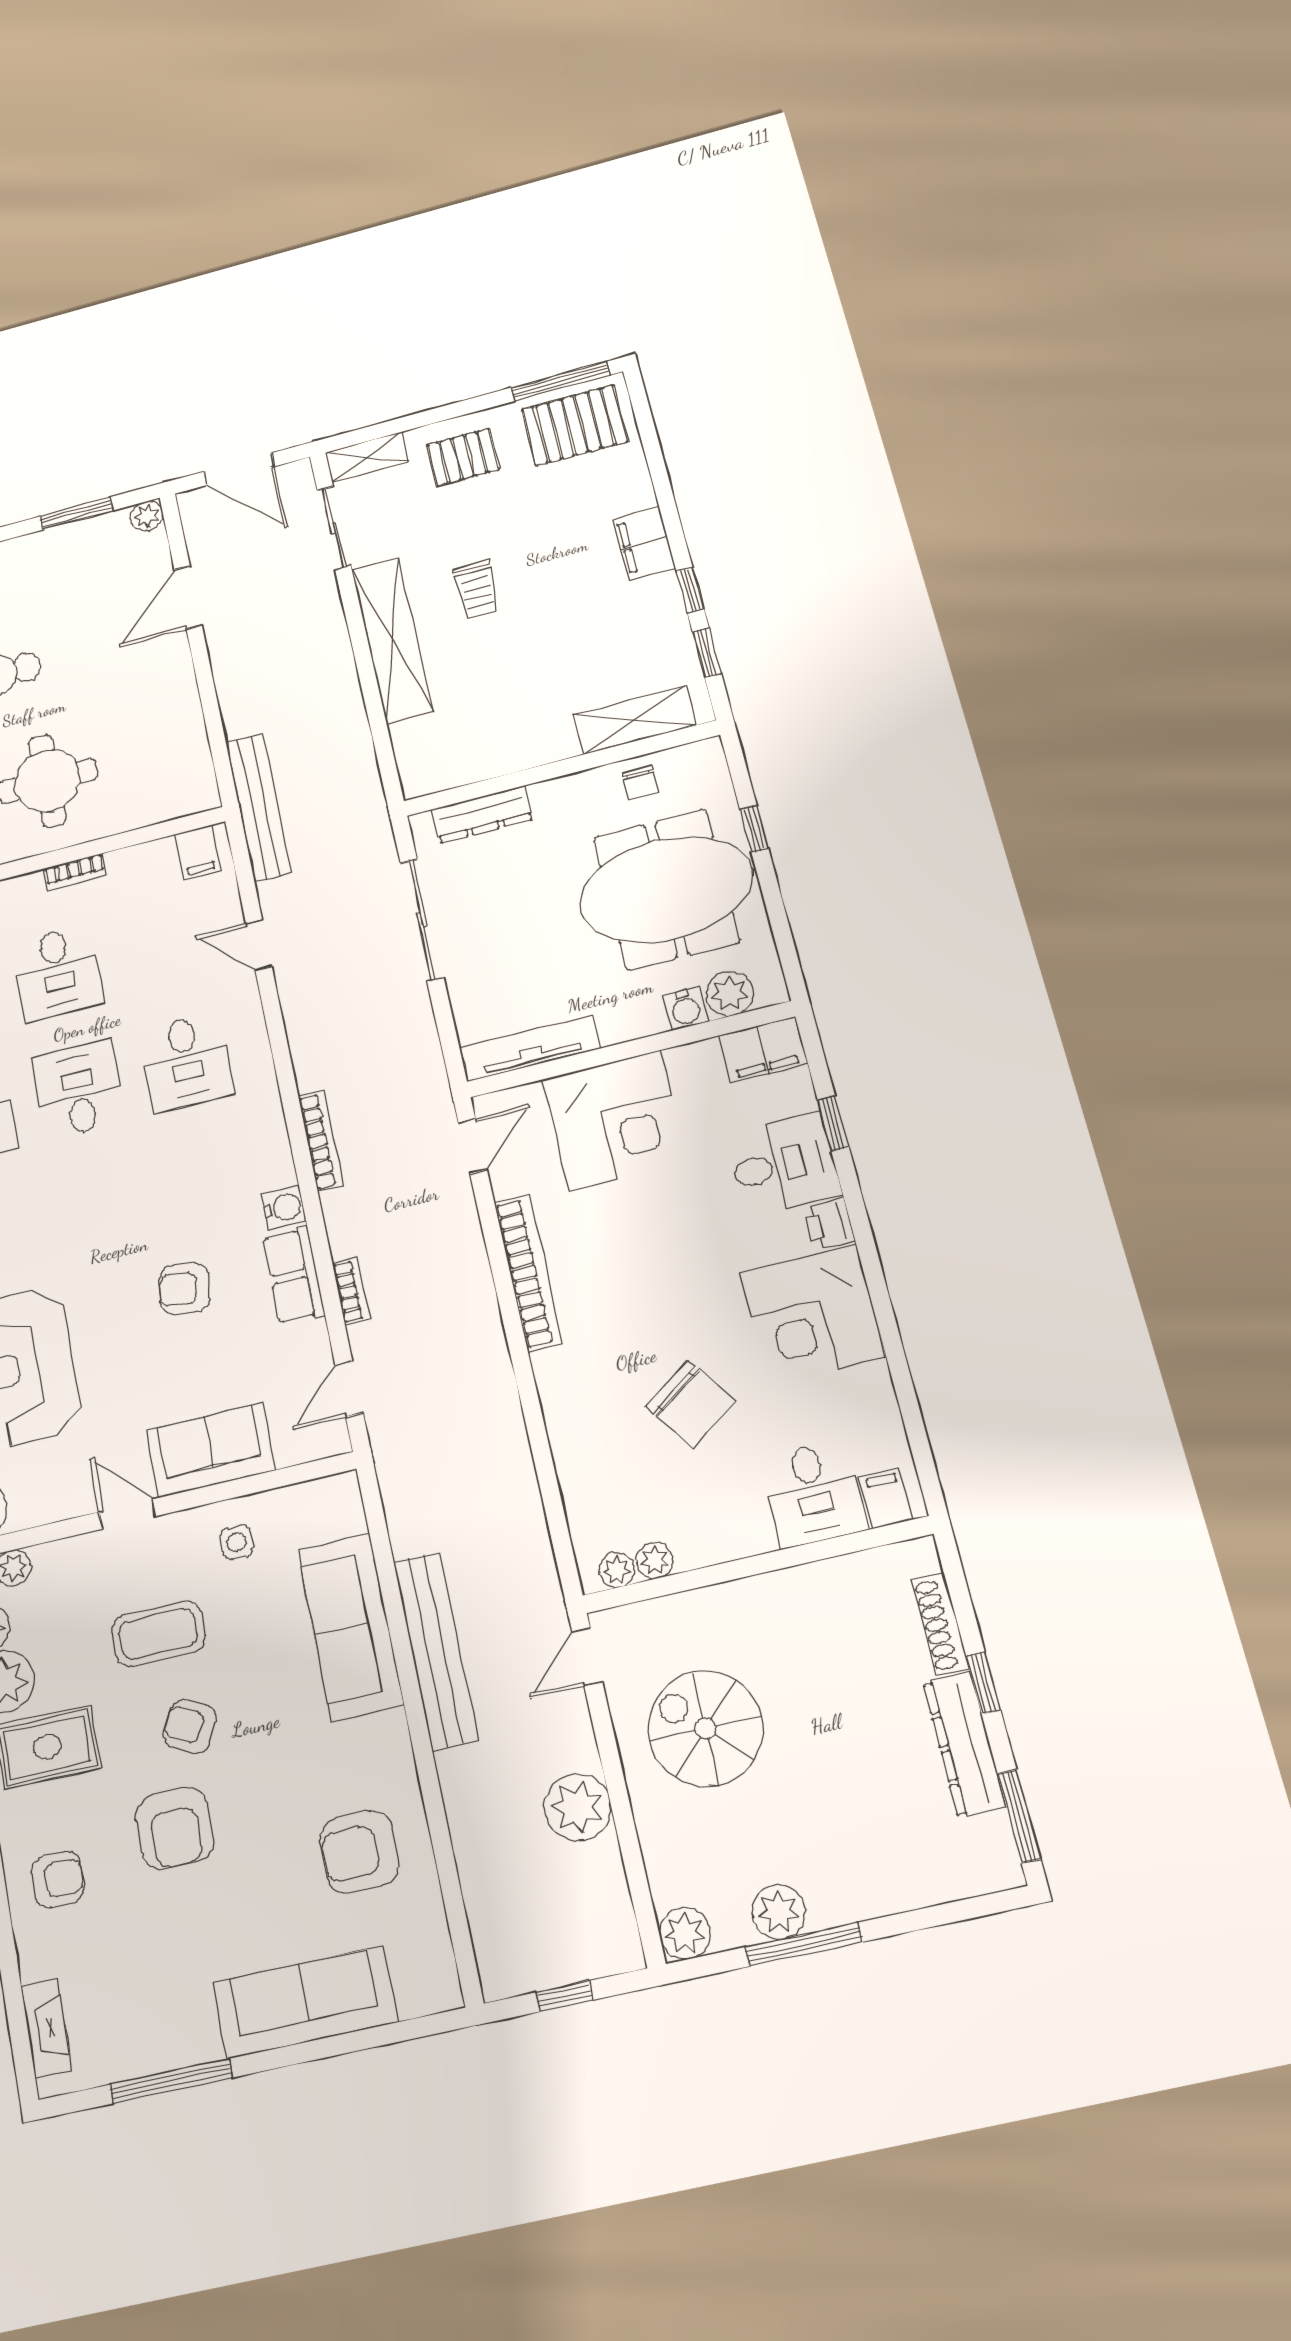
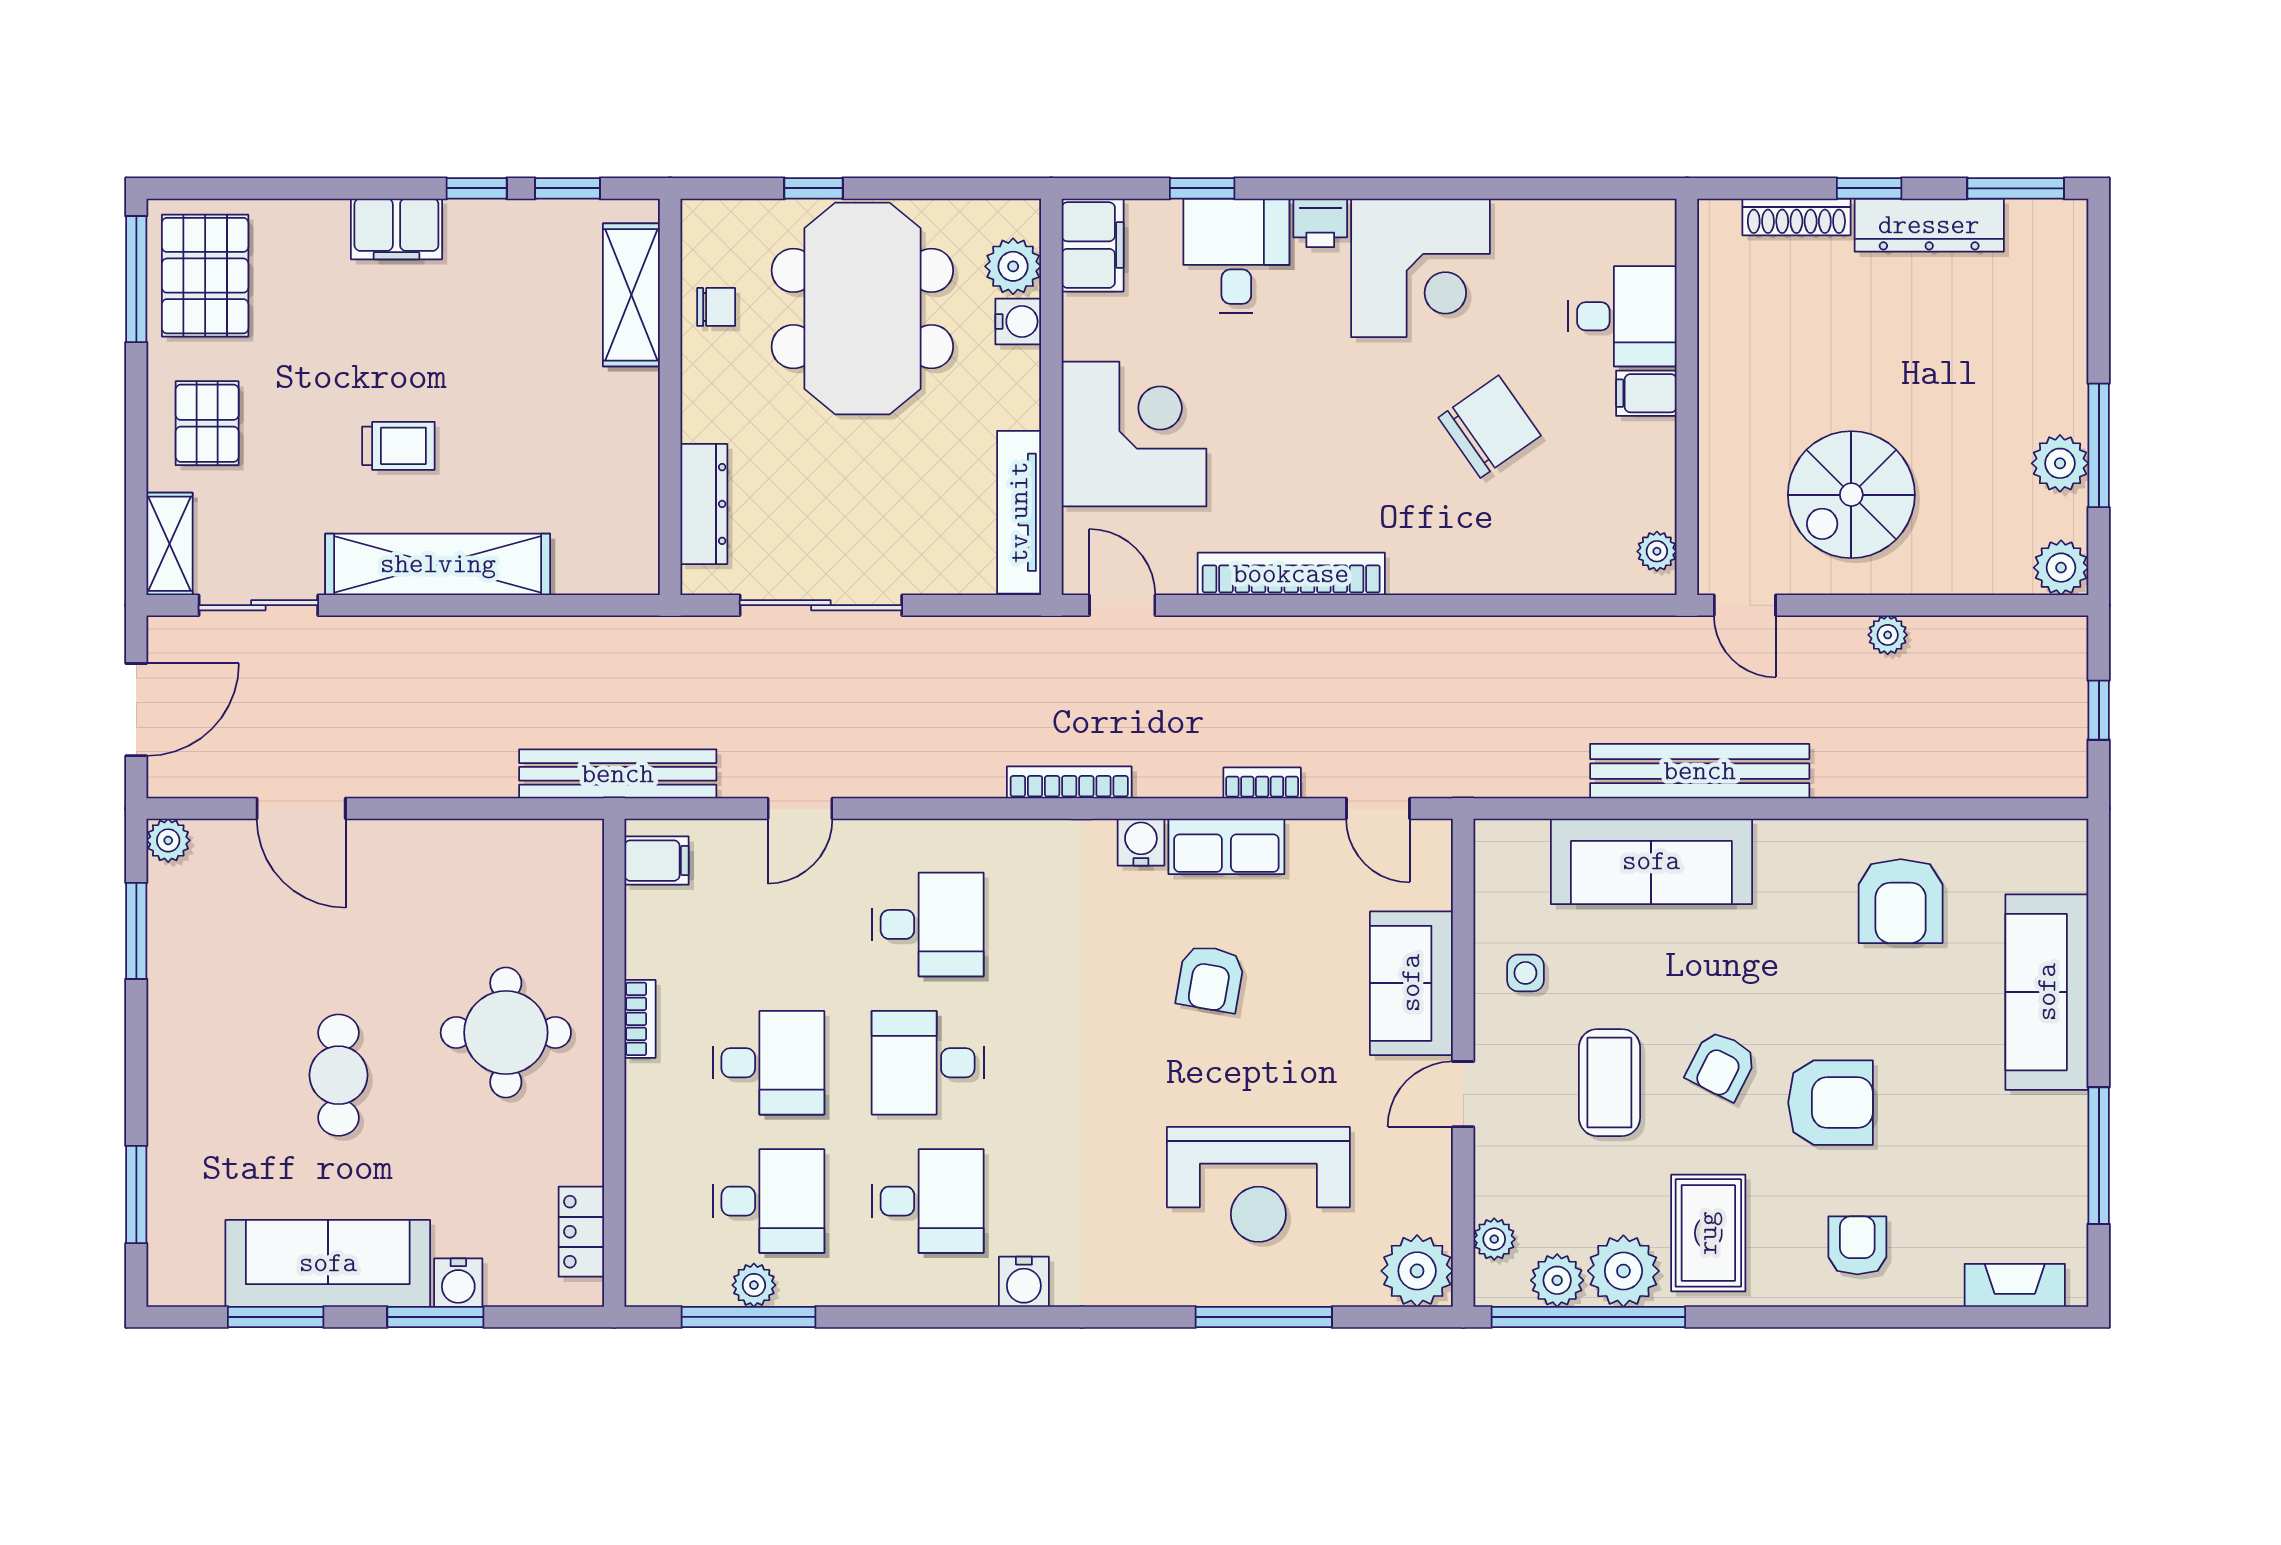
filing cabinet: (886, 1498) -> (1646, 393), moved
plant: (655, 1561) -> (1656, 507), removed
plant: (578, 1807) -> (1888, 635), width x0.53, depth x0.53

